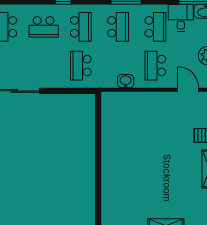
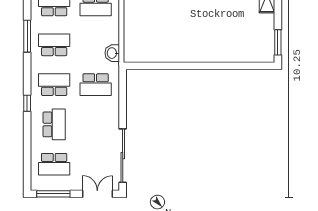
washbasin: (126, 81) -> (112, 53), moved

